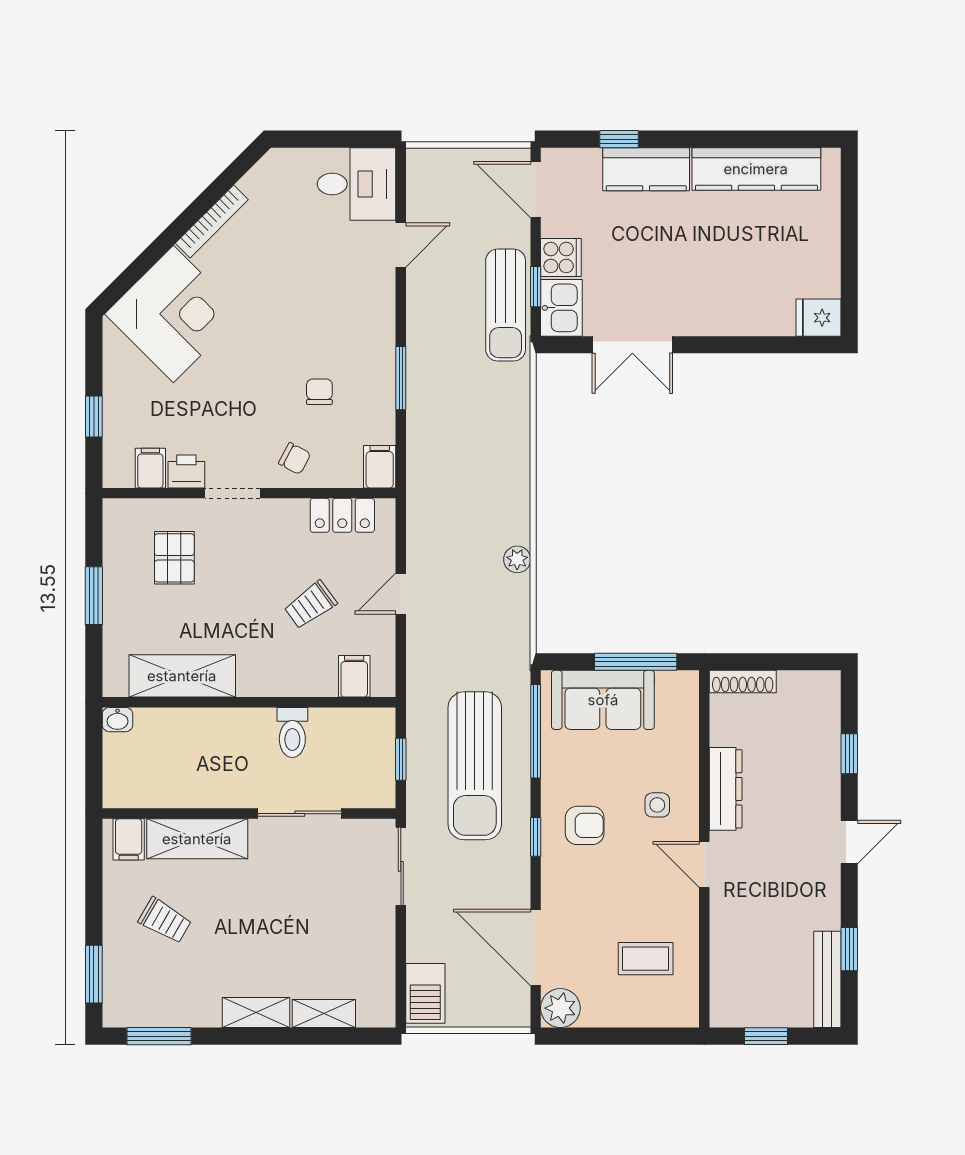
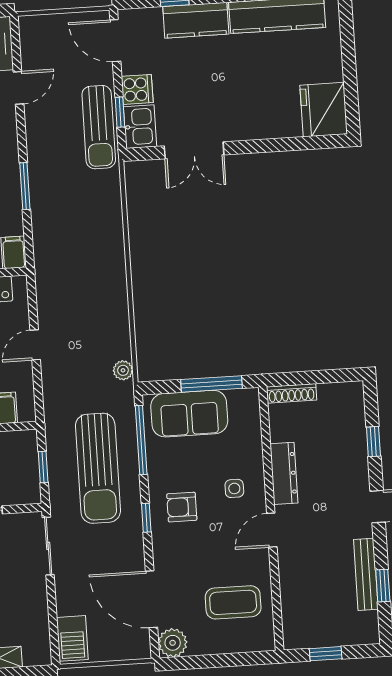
fridge: (819, 318) -> (324, 110), width x1.88, depth x1.34
plant: (517, 559) -> (123, 370), moved
armchair: (585, 825) -> (182, 507), turned 180
door: (704, 864) -> (272, 530), hinge flipped
coffee table: (646, 959) -> (233, 602), width x1.36, depth x1.30
bench: (827, 979) -> (366, 574), moved

